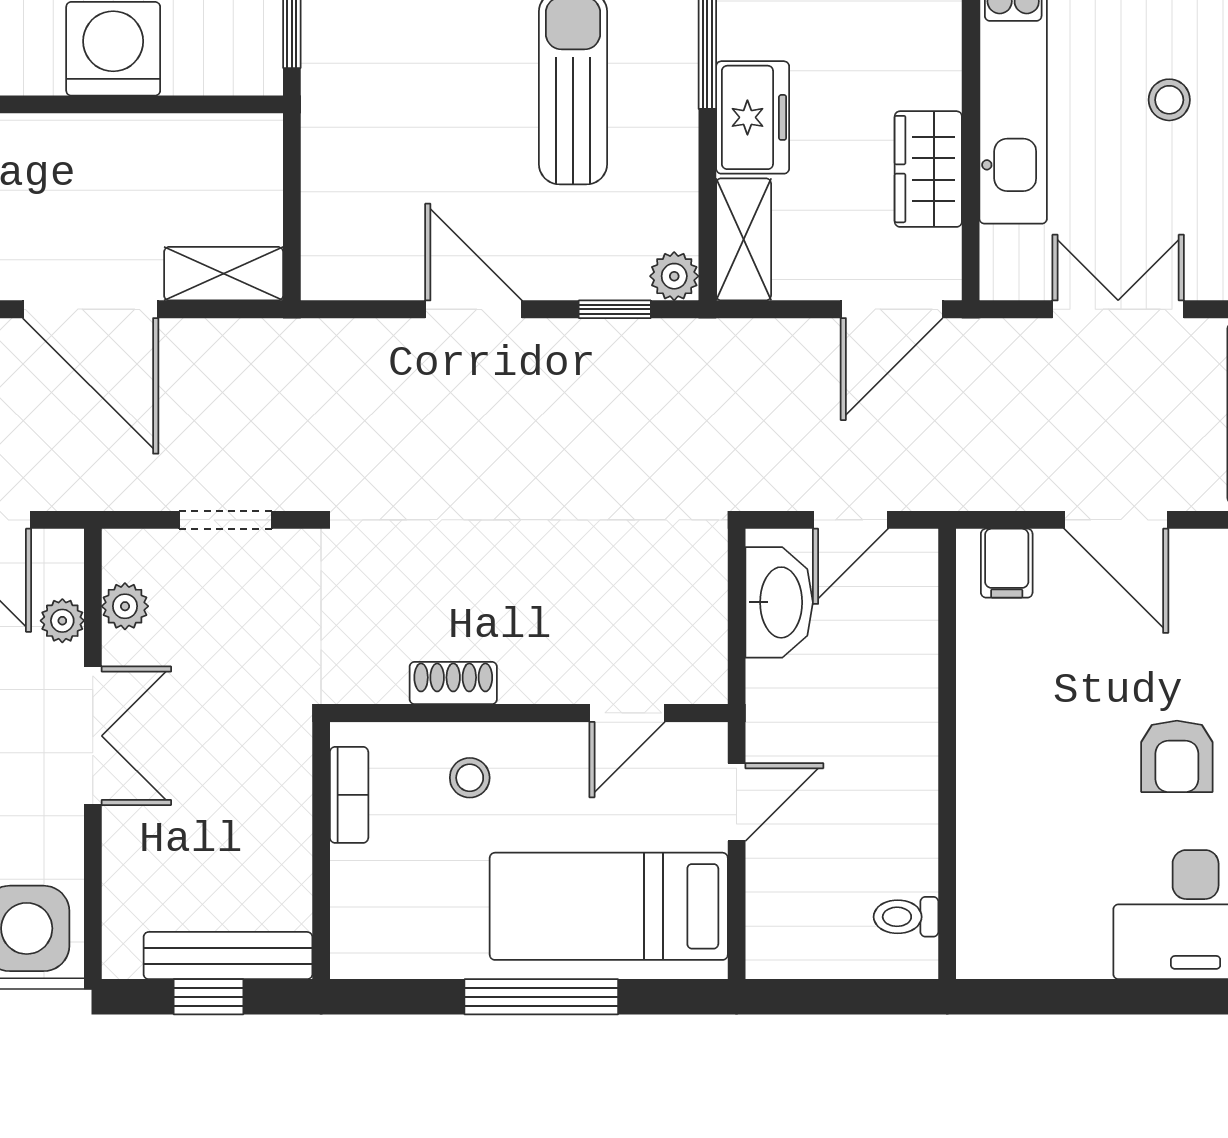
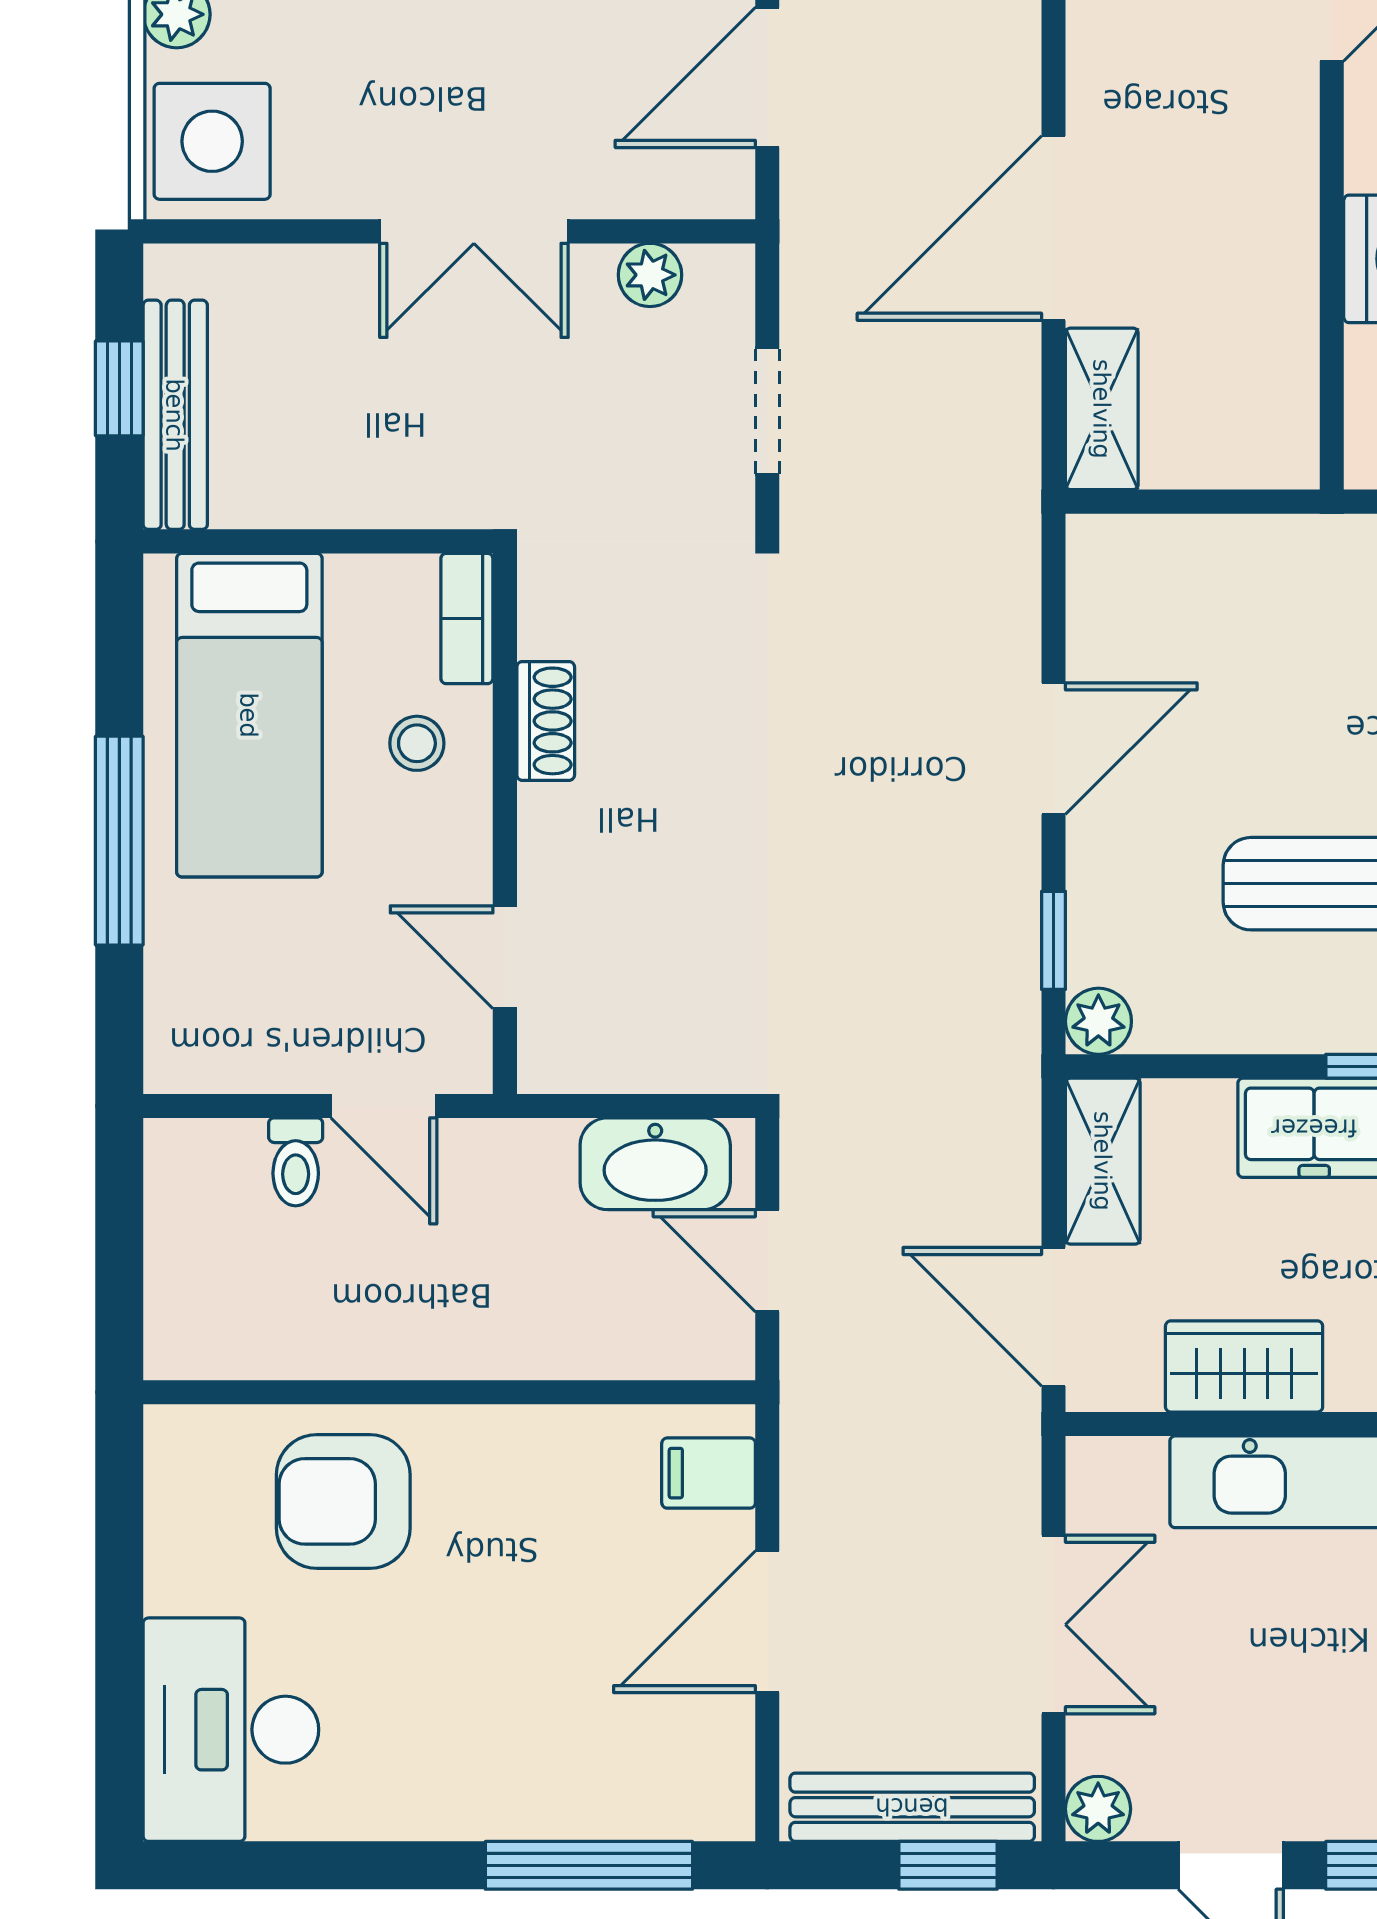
stool: (1169, 100) -> (1338, 1694), removed
shelving: (744, 239) -> (1103, 1161), moved, turned 90
plant: (62, 621) -> (630, 190), removed
armchair: (1177, 756) -> (343, 1501), moved, width x1.38, depth x1.38
bookcase: (349, 795) -> (467, 619), moved, turned 90
bed: (609, 906) -> (249, 715), moved, turned 180
toilet: (906, 917) -> (296, 1162), moved, turned 180

